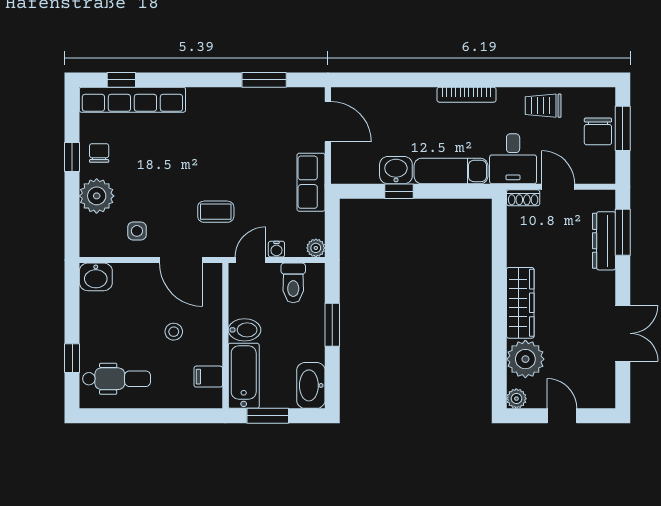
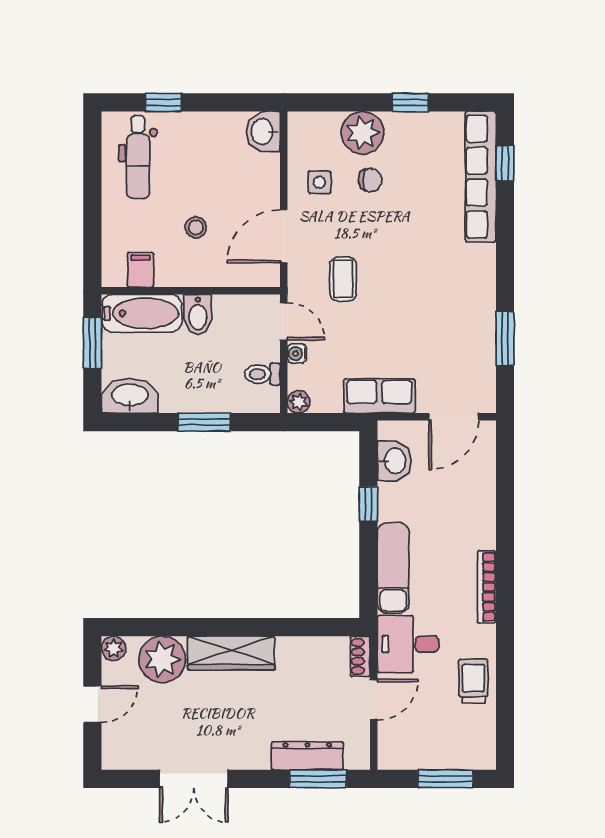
chair: (598, 131) -> (442, 748), removed
chair: (99, 153) -> (370, 180), moved
washbasin: (396, 170) -> (394, 461), moved
toilet: (293, 283) -> (262, 374), width x0.73, depth x0.72

